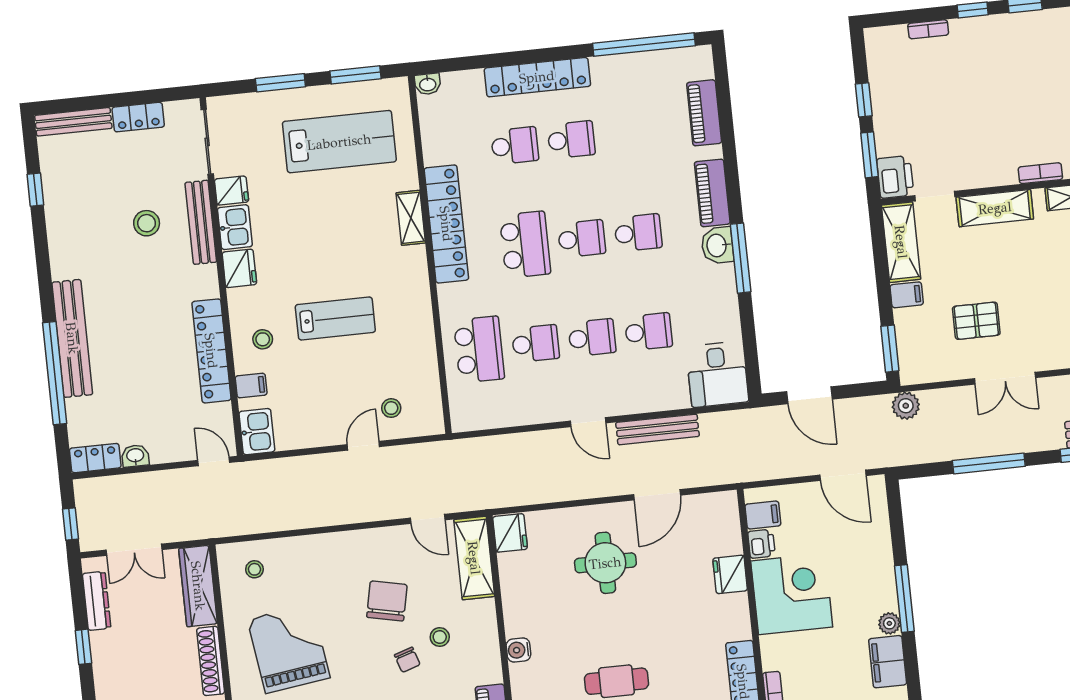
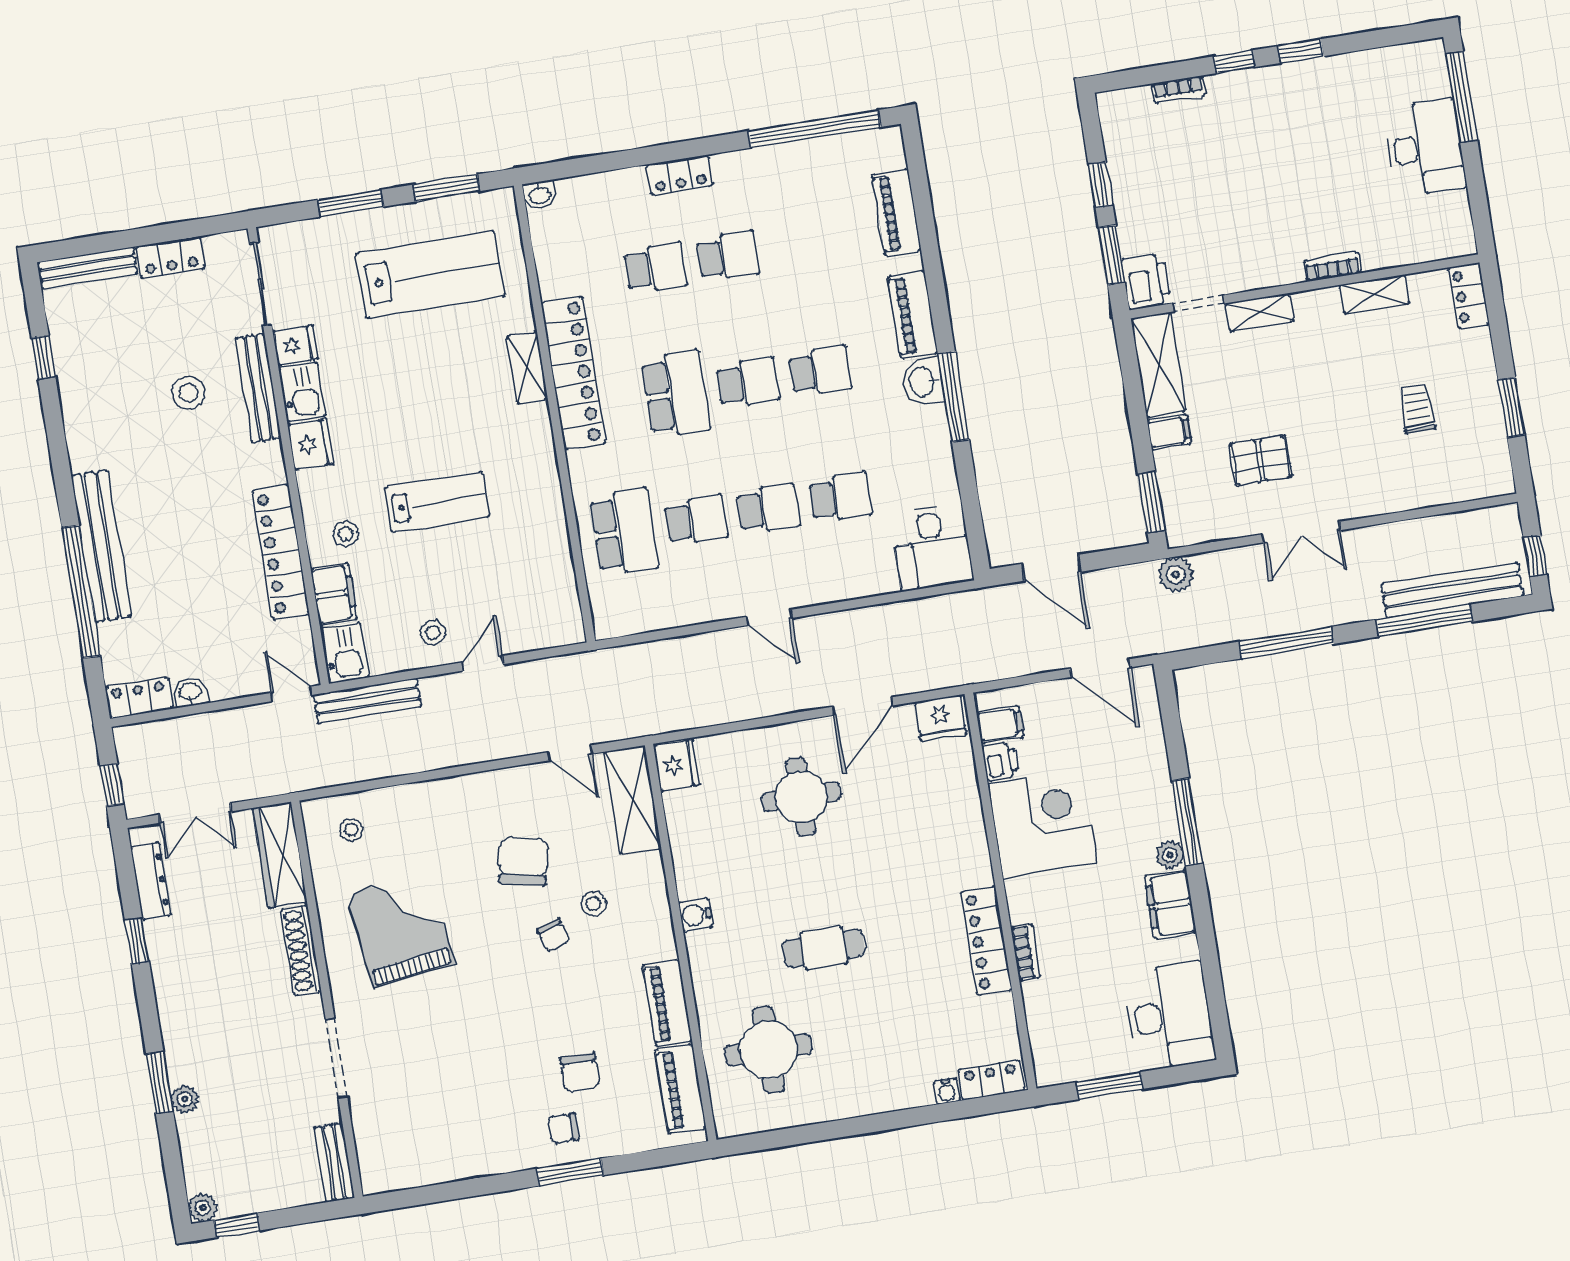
locker: (537, 77) -> (680, 175), width x0.46, depth x0.83
shelving: (995, 208) -> (1260, 312), width x0.67, depth x0.75
filing cabinet: (251, 385) -> (334, 594), width x2.00
stool: (391, 408) -> (433, 633), moved
bench: (657, 429) -> (367, 701), moved
fridge: (730, 574) -> (941, 718), moved, turned -90

